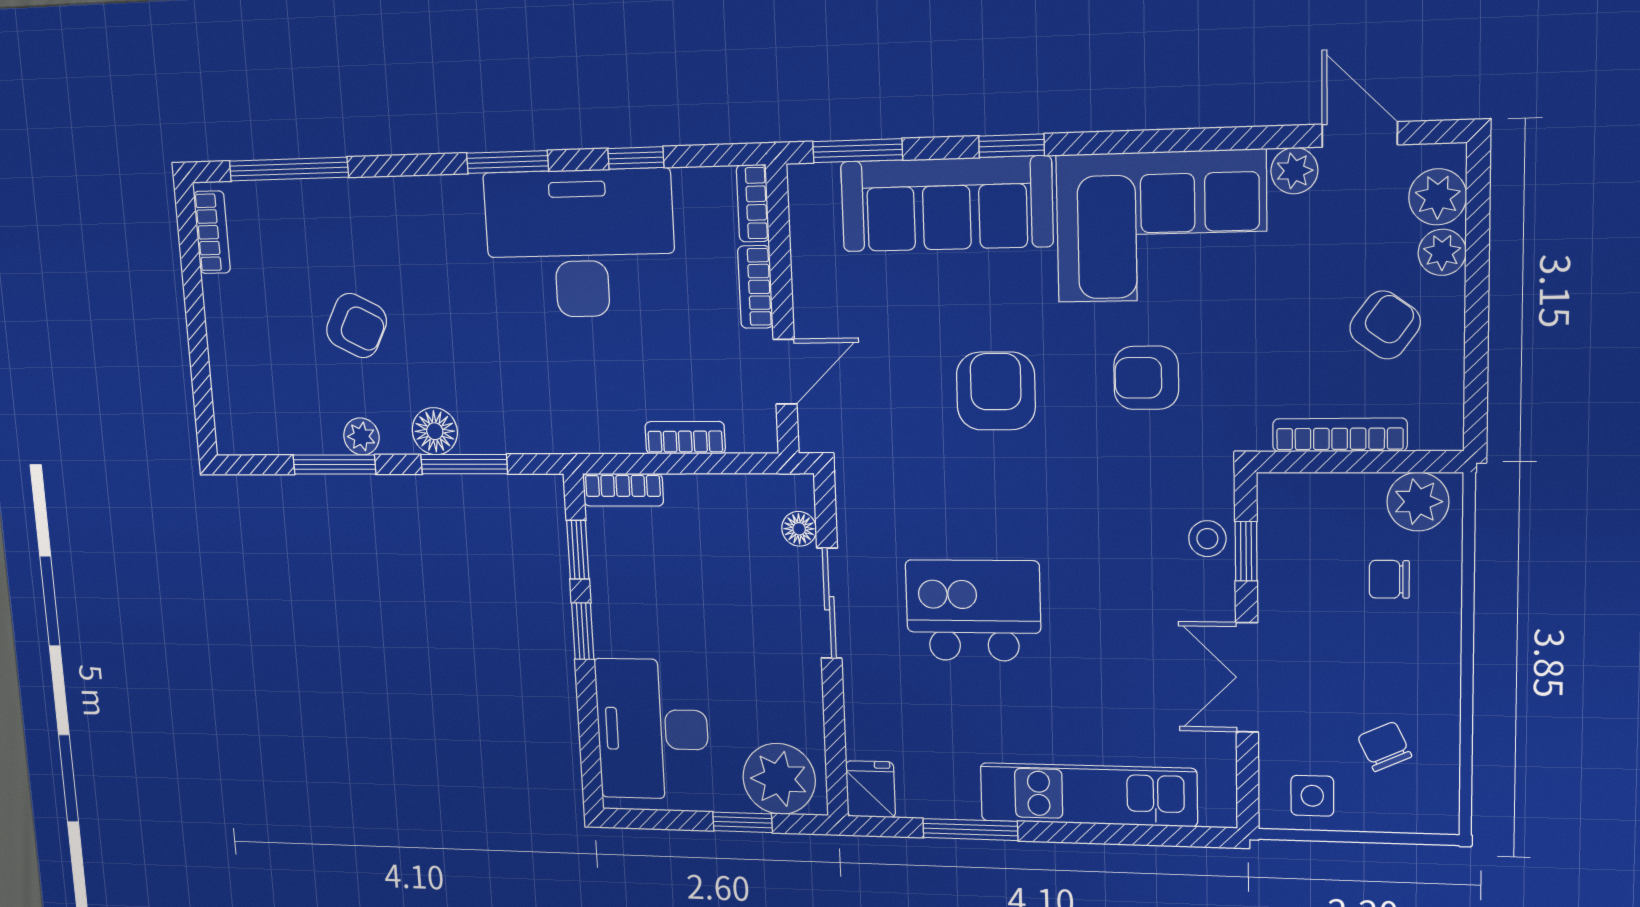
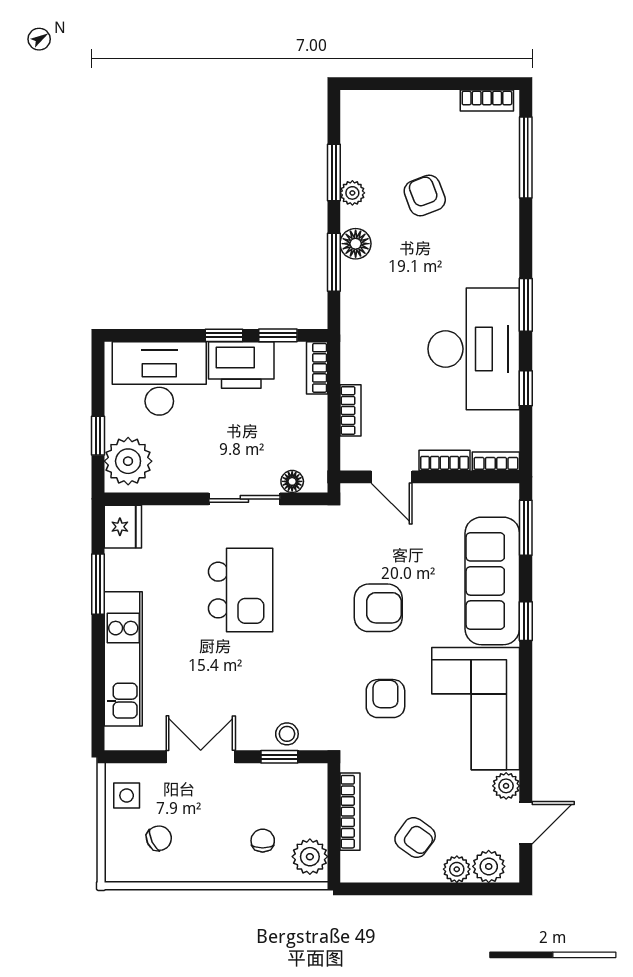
armchair: (356, 326) -> (425, 195), turned 132
printer: (625, 606) -> (241, 365), added
fridge: (870, 789) -> (123, 527), width x1.38

